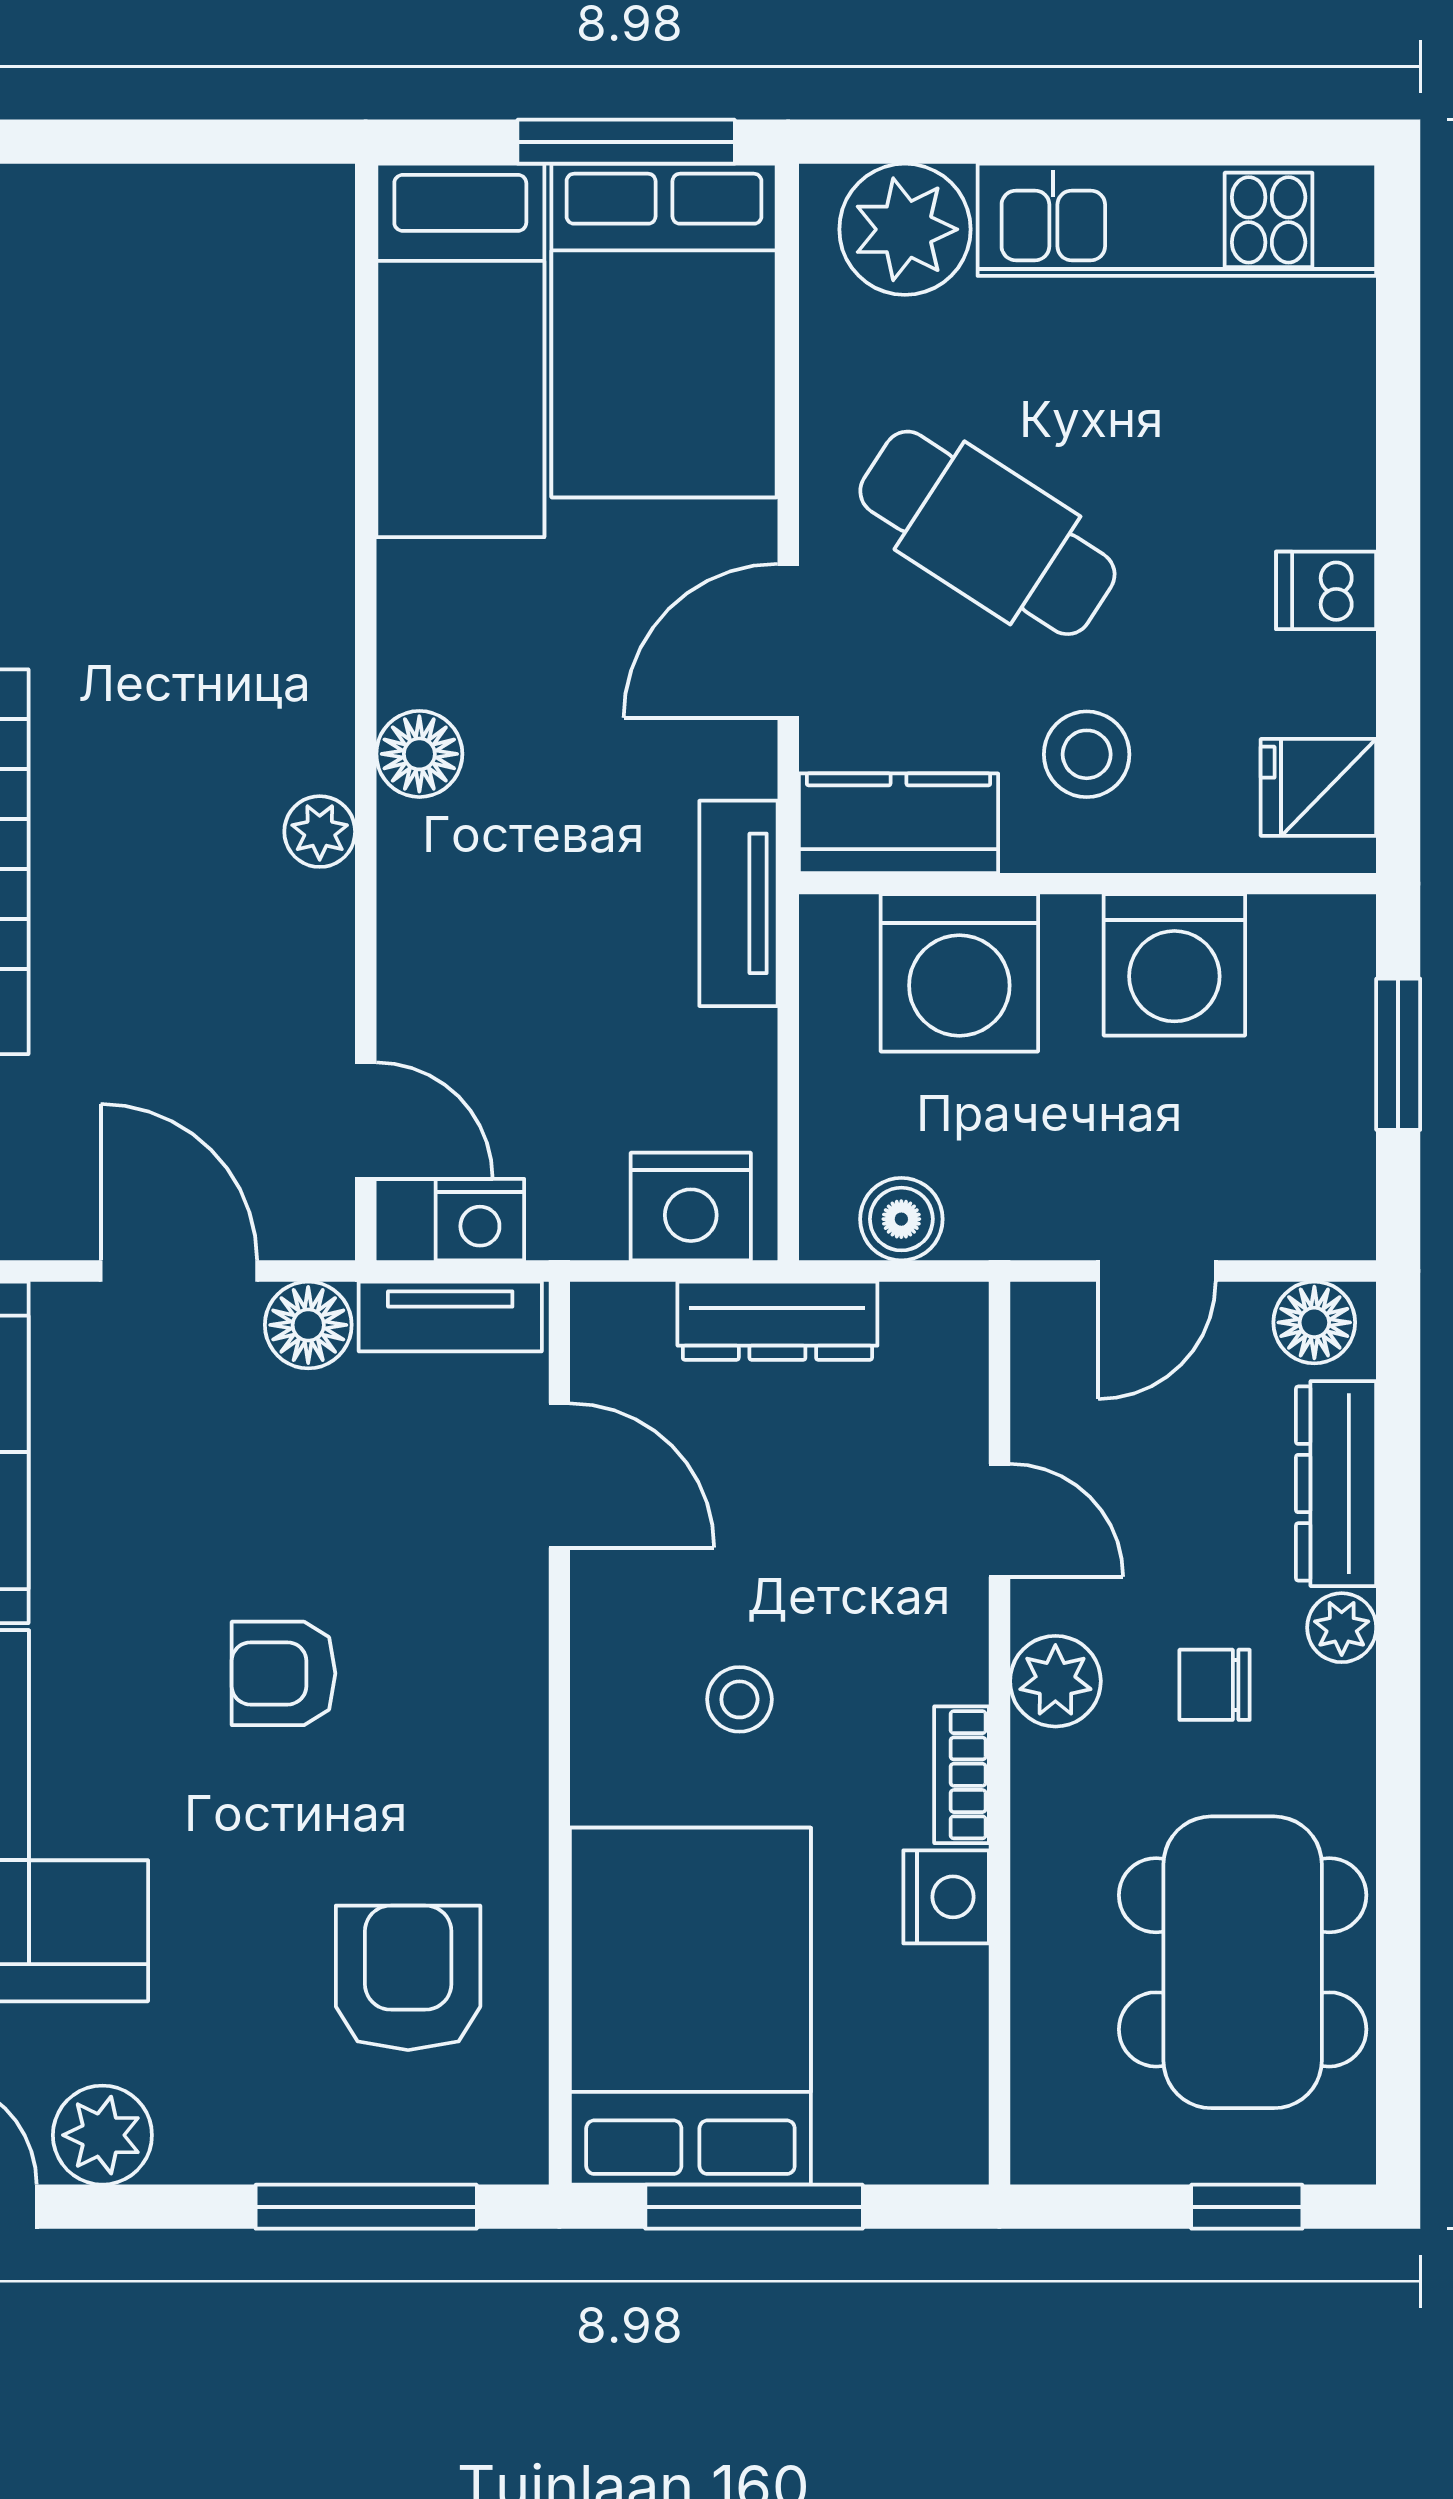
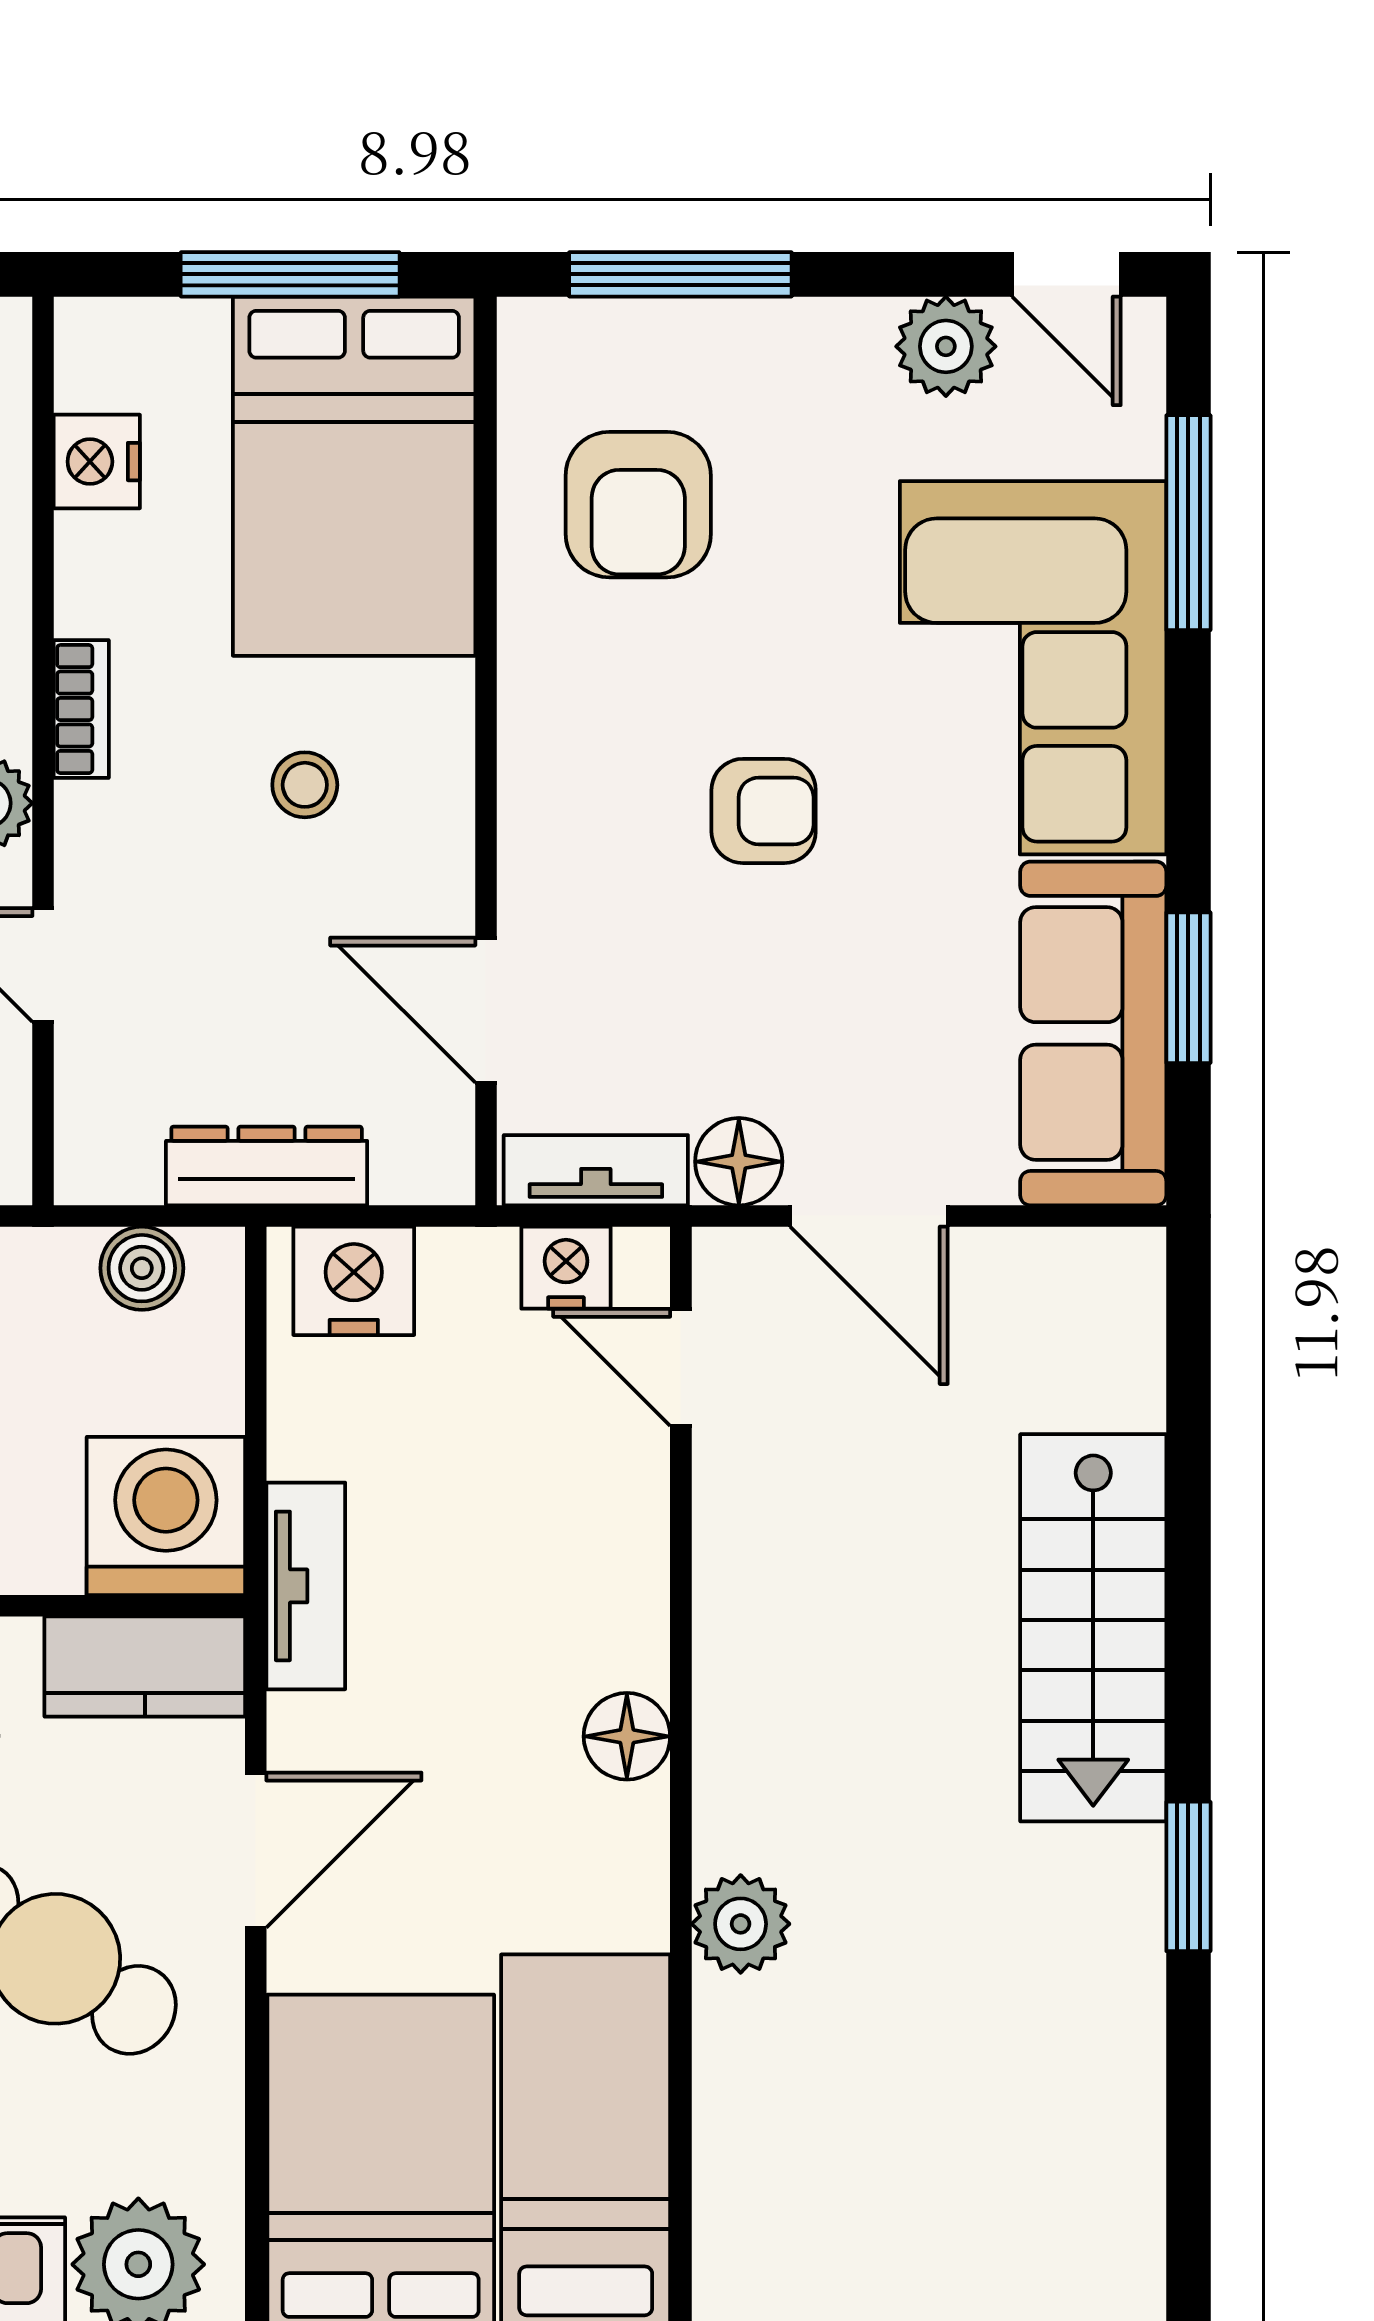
plant: (320, 832) -> (741, 1924), moved, width x1.38, depth x1.38
washing machine: (959, 973) -> (166, 1516), moved
nightstand: (946, 1897) -> (97, 462), moved

